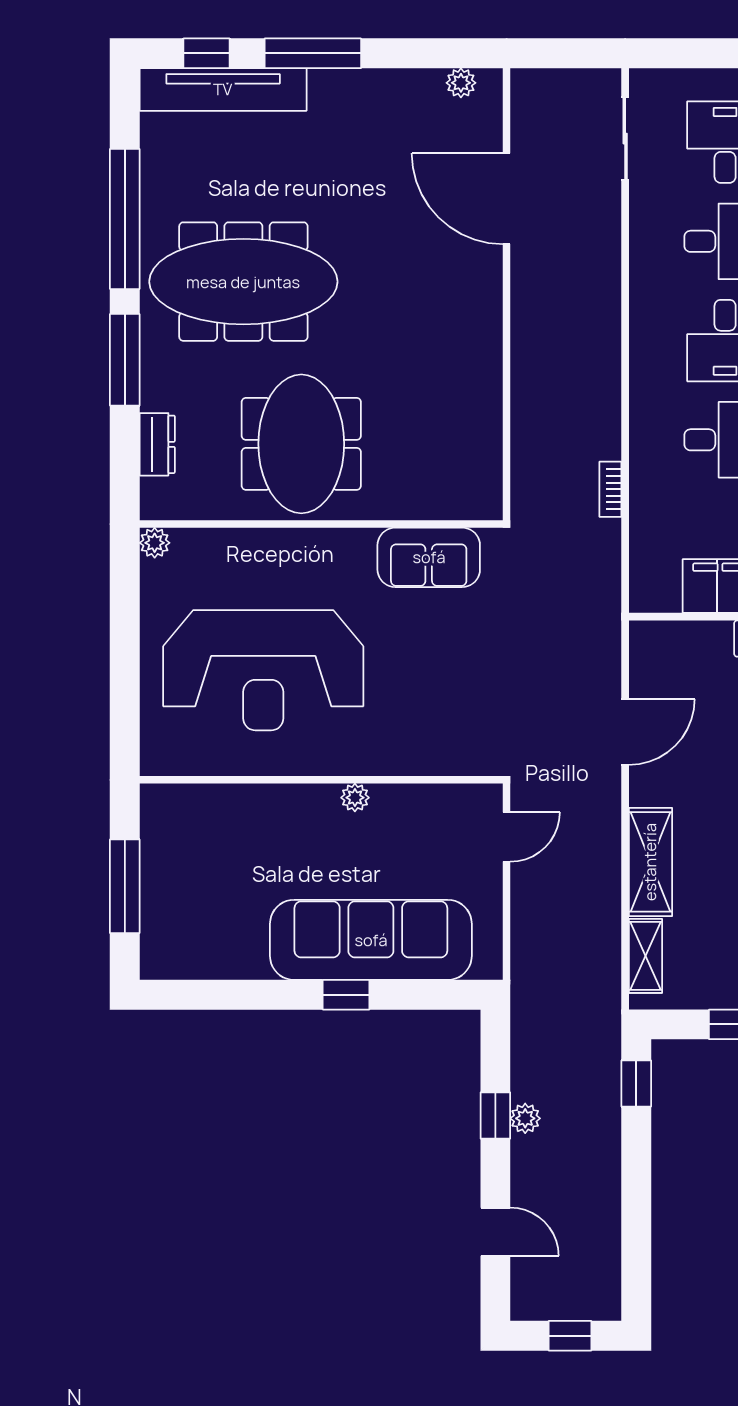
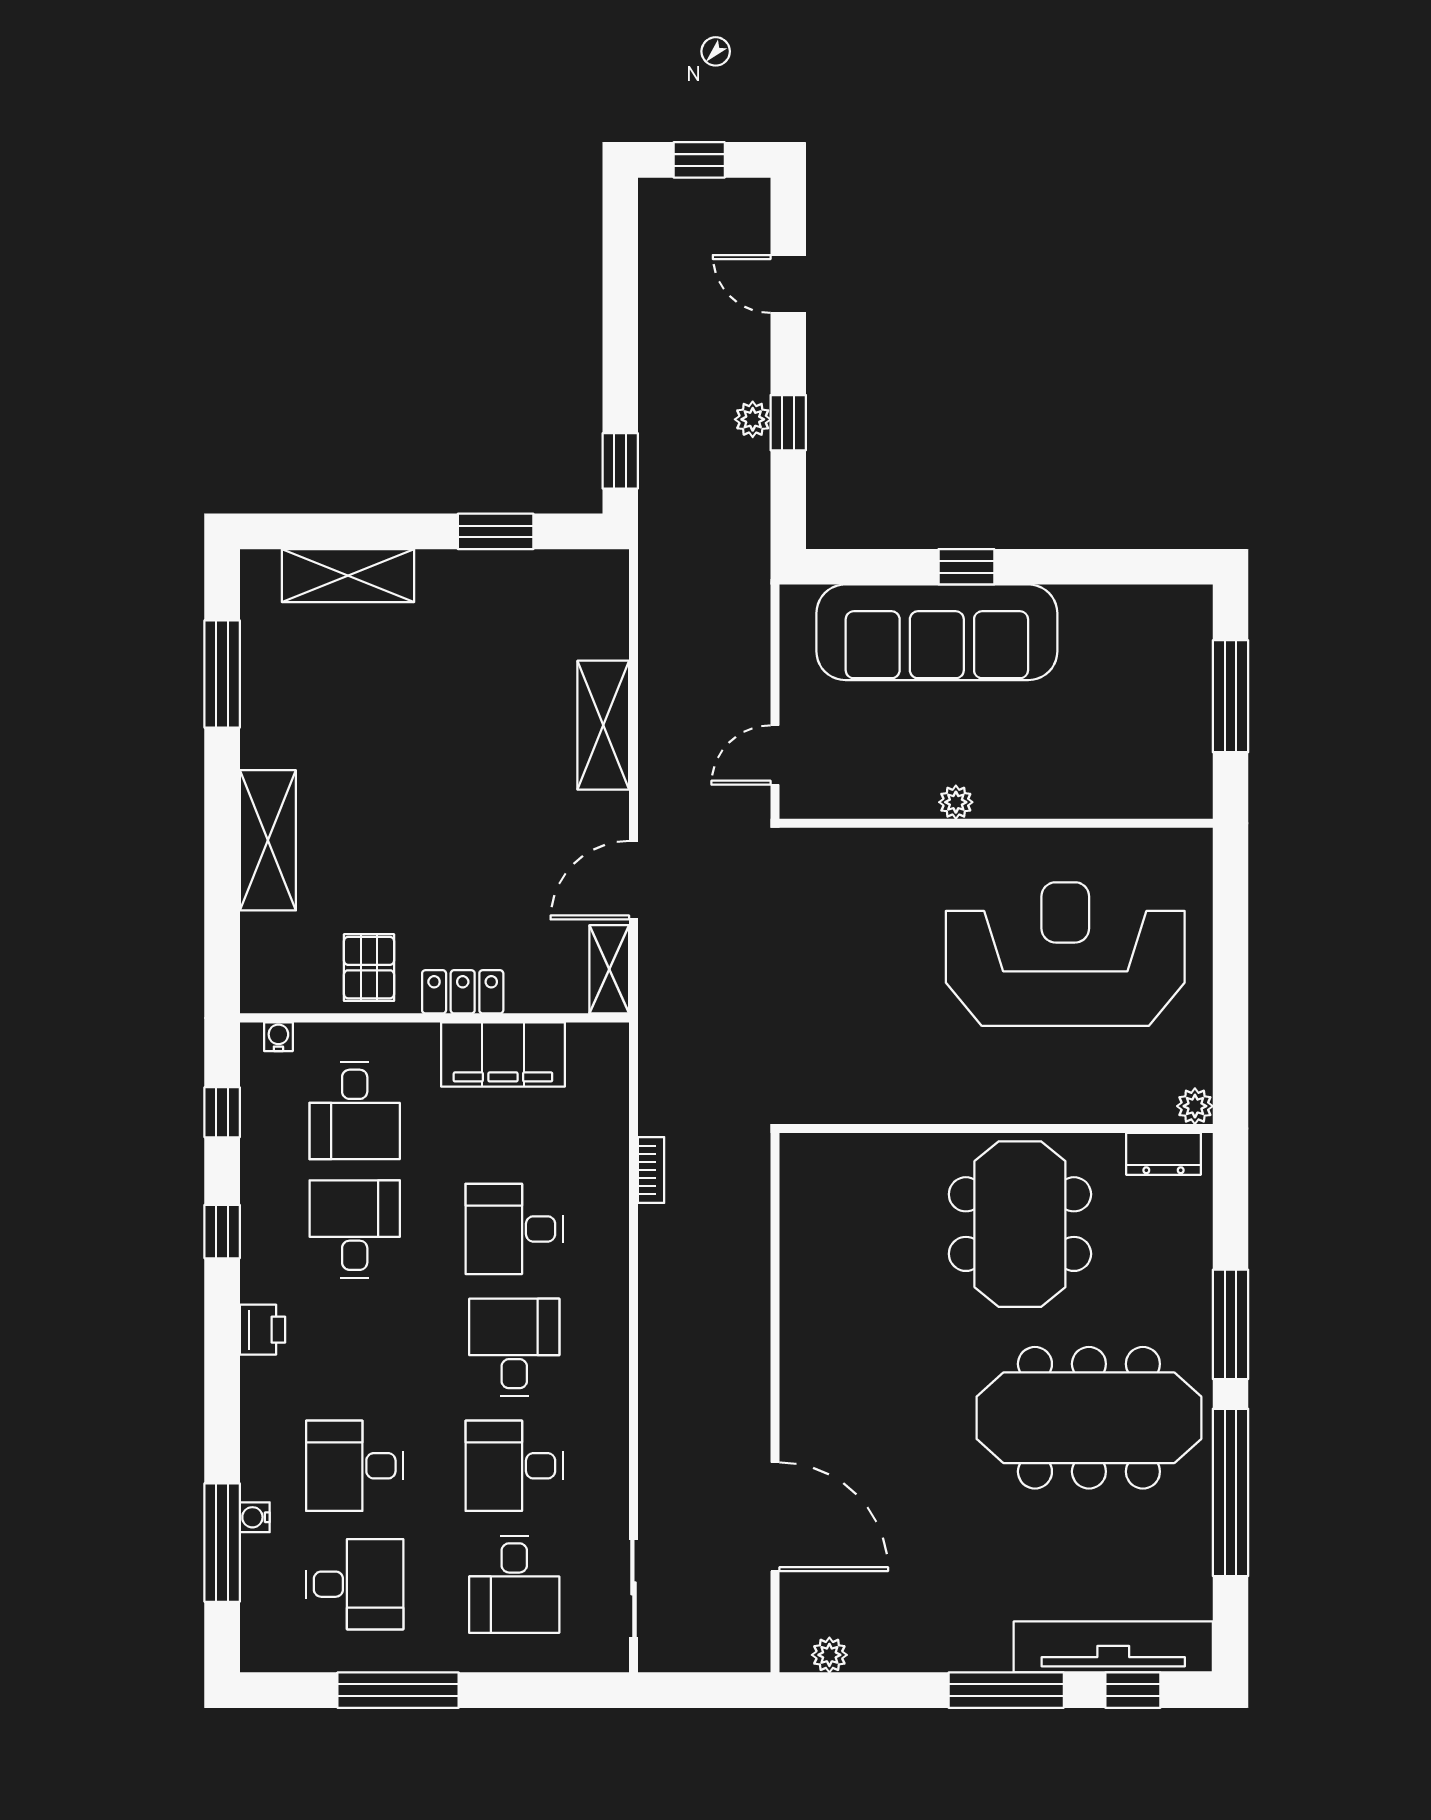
dresser: (157, 444) -> (1163, 1154), moved, turned -90
sofa: (429, 557) -> (868, 1089), removed
shelving: (645, 956) -> (609, 969), moved

